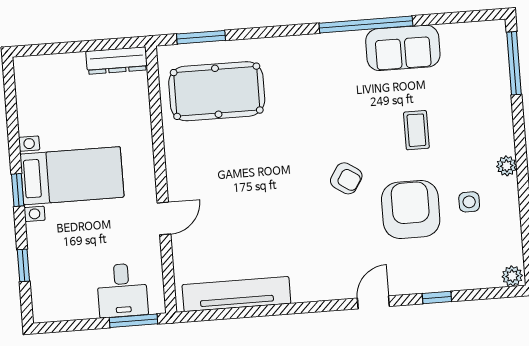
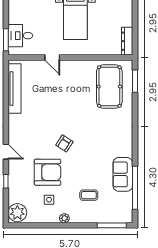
window: (366, 24) -> (135, 188), moved
coffee table: (416, 130) -> (89, 195), moved
plant: (512, 276) -> (17, 213), width x1.87, depth x1.87

